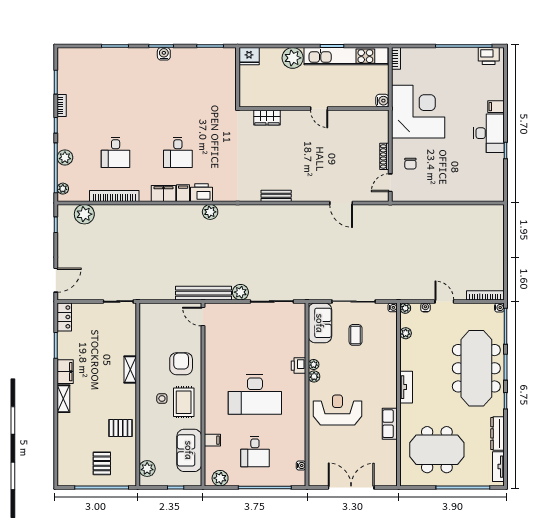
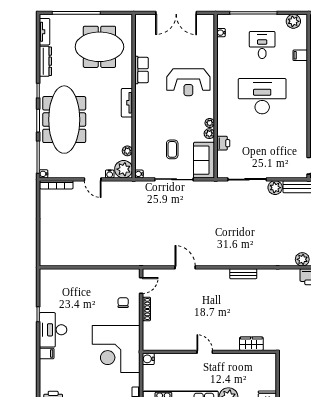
plant: (405, 308) -> (124, 169), width x1.88, depth x1.88
printer: (298, 366) -> (223, 143), moved
plant: (314, 376) -> (209, 134), moved

